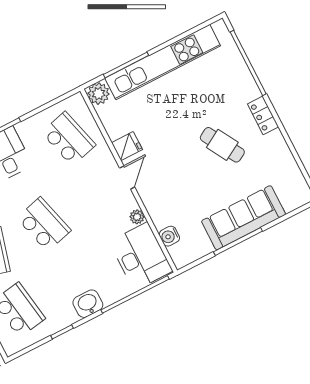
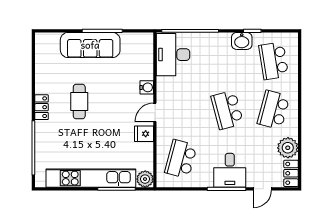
school desk: (69, 139) -> (181, 159), turned 30
cafe table: (222, 145) -> (79, 102), turned 30
plant: (137, 217) -> (162, 82), removed
water cooler: (169, 236) -> (147, 87), moved
washbasin: (88, 304) -> (242, 41), moved

